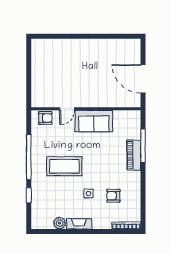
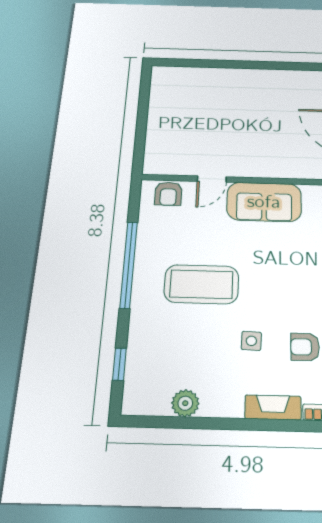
armchair: (45, 118) -> (168, 194), turned 90
window: (29, 195) -> (119, 364), moved
fireplace: (79, 224) -> (273, 407), moved

